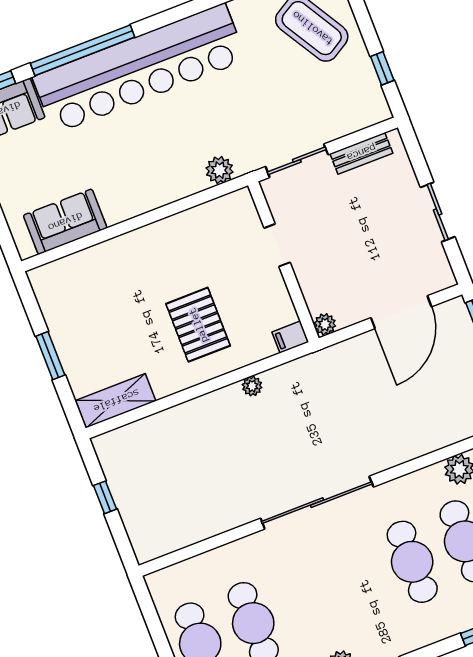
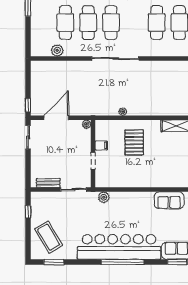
window: (83, 50) -> (123, 262), moved
sliding door: (438, 212) -> (28, 137), moved
filing cabinet: (290, 337) -> (101, 145), moved
cafe table: (359, 582) -> (111, 23), added

